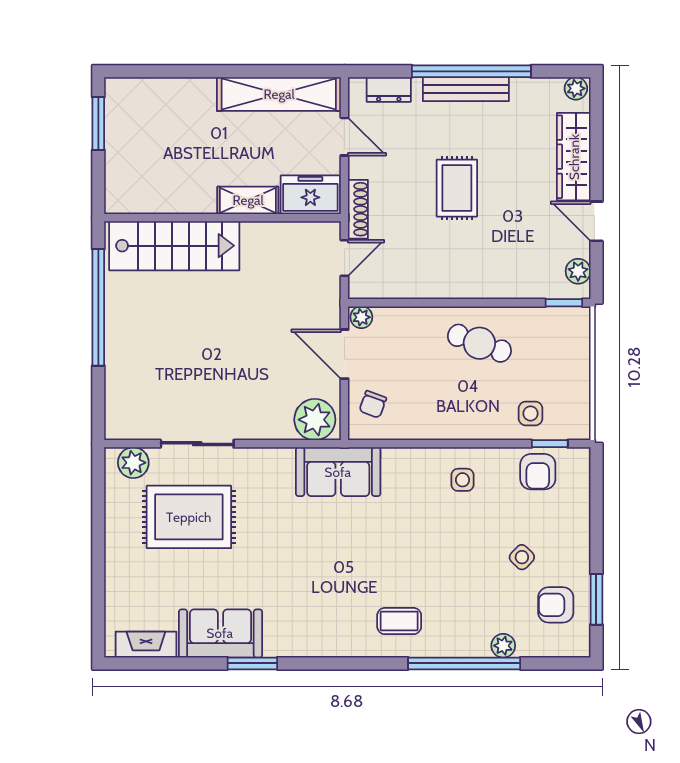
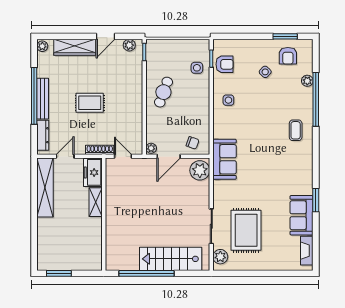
dresser: (389, 90) -> (43, 135), width x1.44
stairs: (174, 246) -> (171, 259), moved, turned -90

